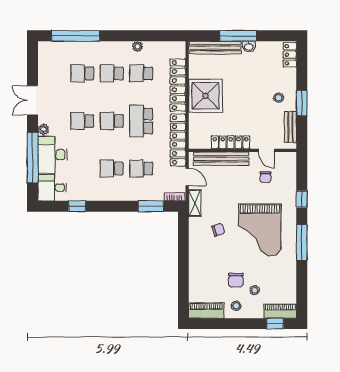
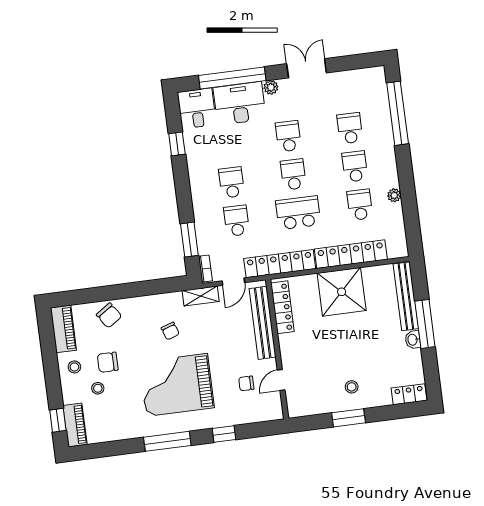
bench: (290, 127) -> (316, 407), removed
locker: (231, 142) -> (282, 307), moved
chair: (201, 275) -> (109, 315), added

